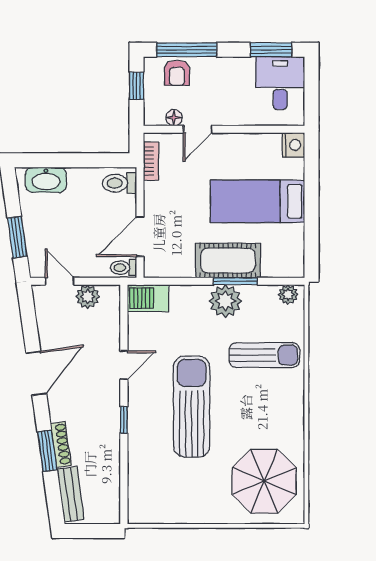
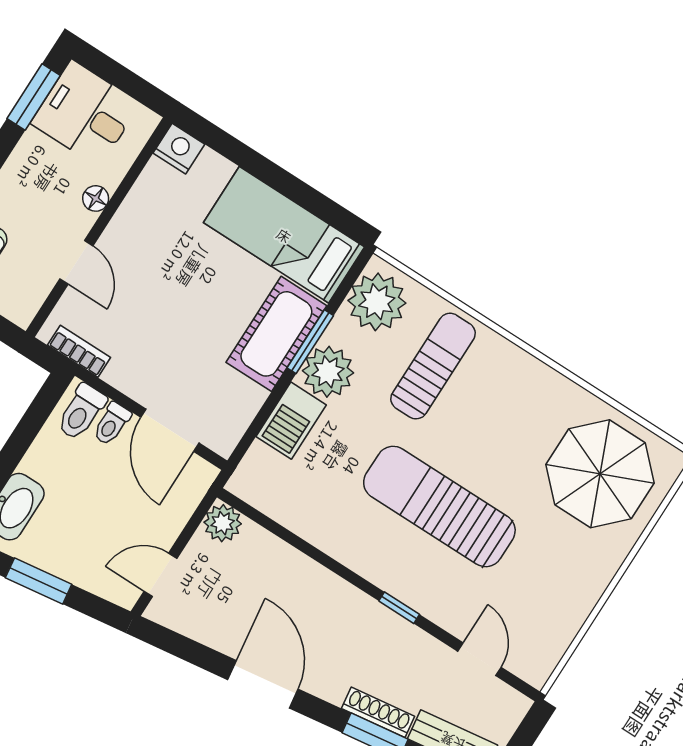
floor lamp: (174, 118) -> (96, 198), moved
bed: (257, 201) -> (284, 235), moved, turned 90
window: (17, 237) -> (39, 581), moved
toilet: (124, 268) -> (112, 424), moved
plant: (288, 295) -> (377, 302), width x1.88, depth x1.88
plant: (88, 297) -> (223, 523), moved
barbecue: (148, 298) -> (291, 421), moved
door: (124, 365) -> (479, 659), moved

